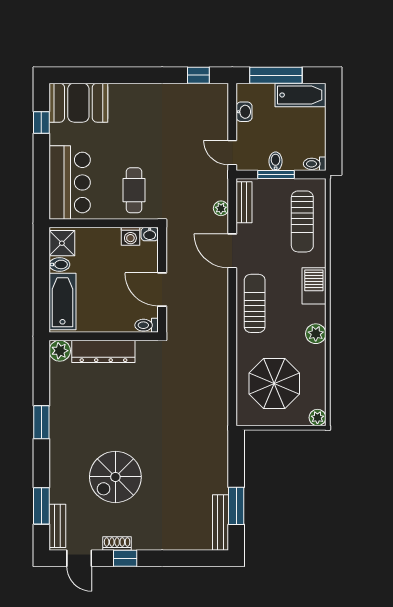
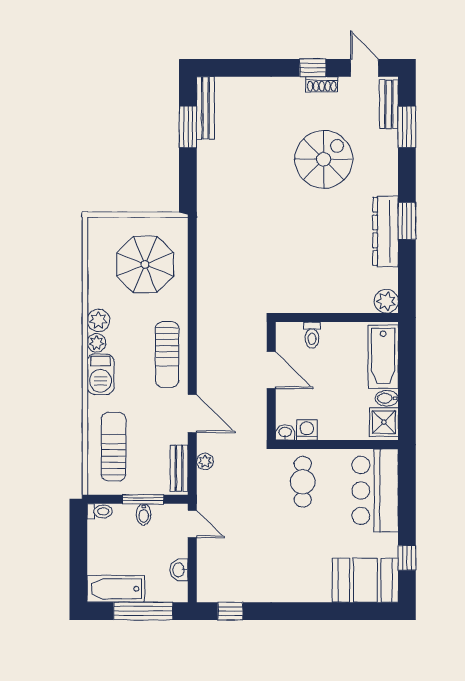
toilet: (147, 325) -> (312, 335), moved, turned 90
dresser: (103, 351) -> (386, 231), moved, turned -90
plant: (317, 418) -> (96, 343), moved

